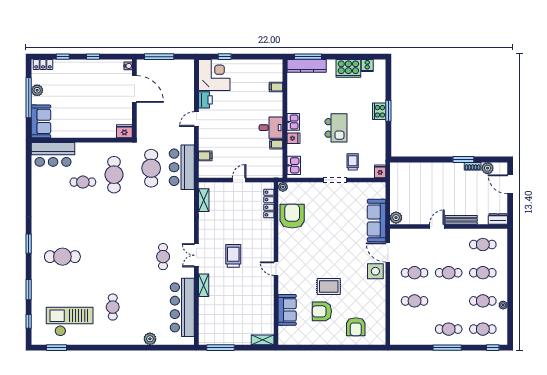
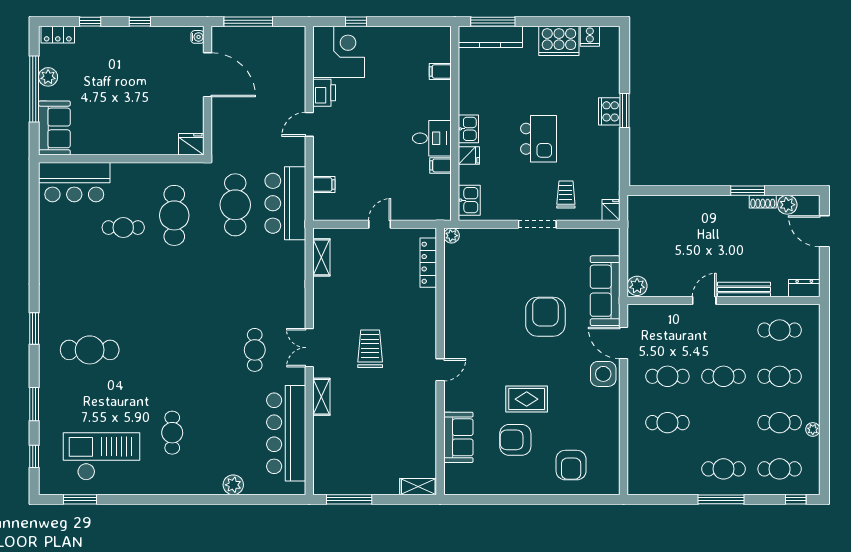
armchair: (292, 216) -> (545, 317), moved
door: (276, 269) -> (440, 370), swing flipped

